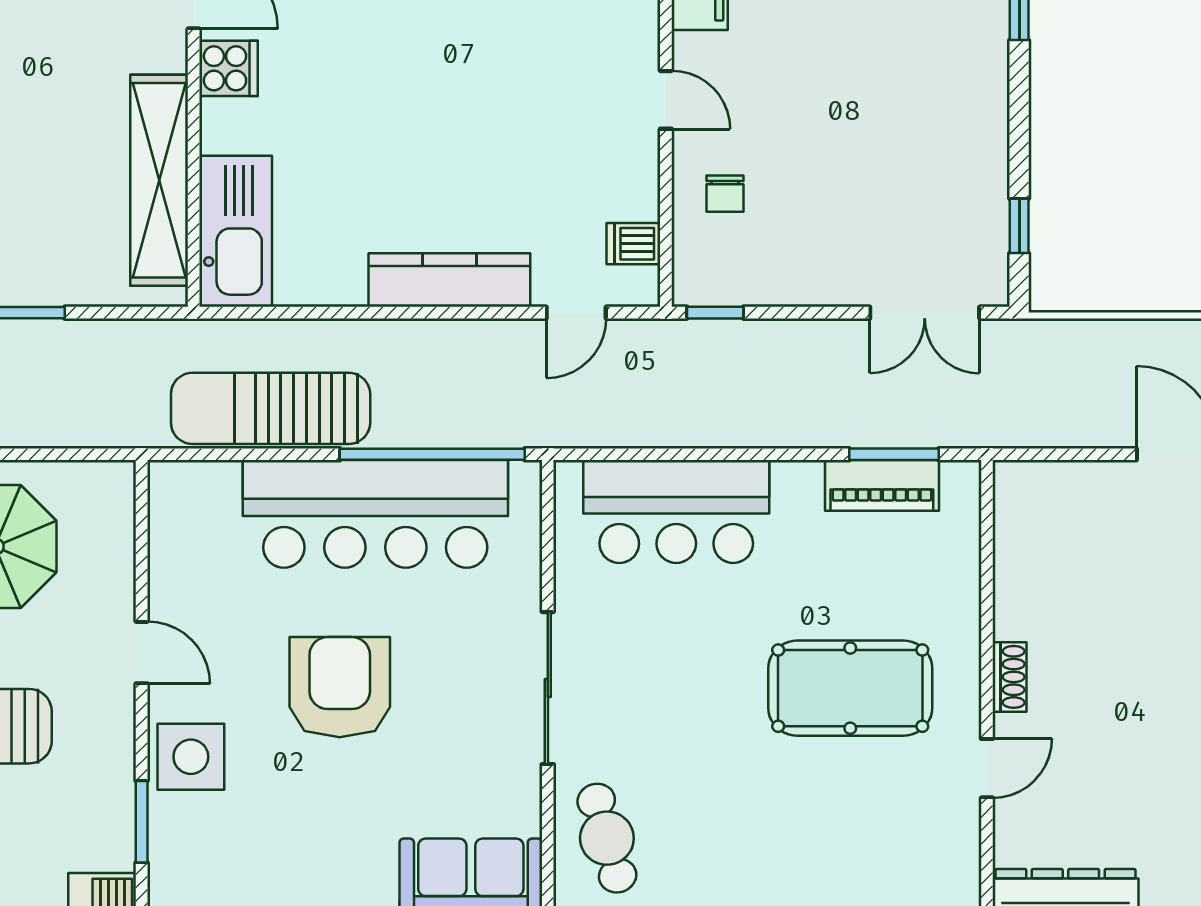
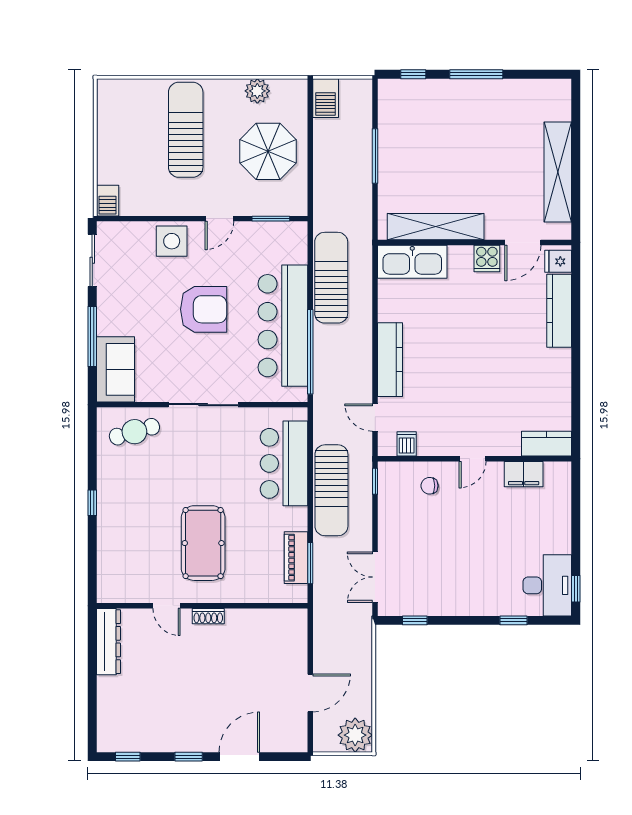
sun lounger: (735, 408) -> (331, 490), added
window: (142, 822) -> (271, 219), moved

